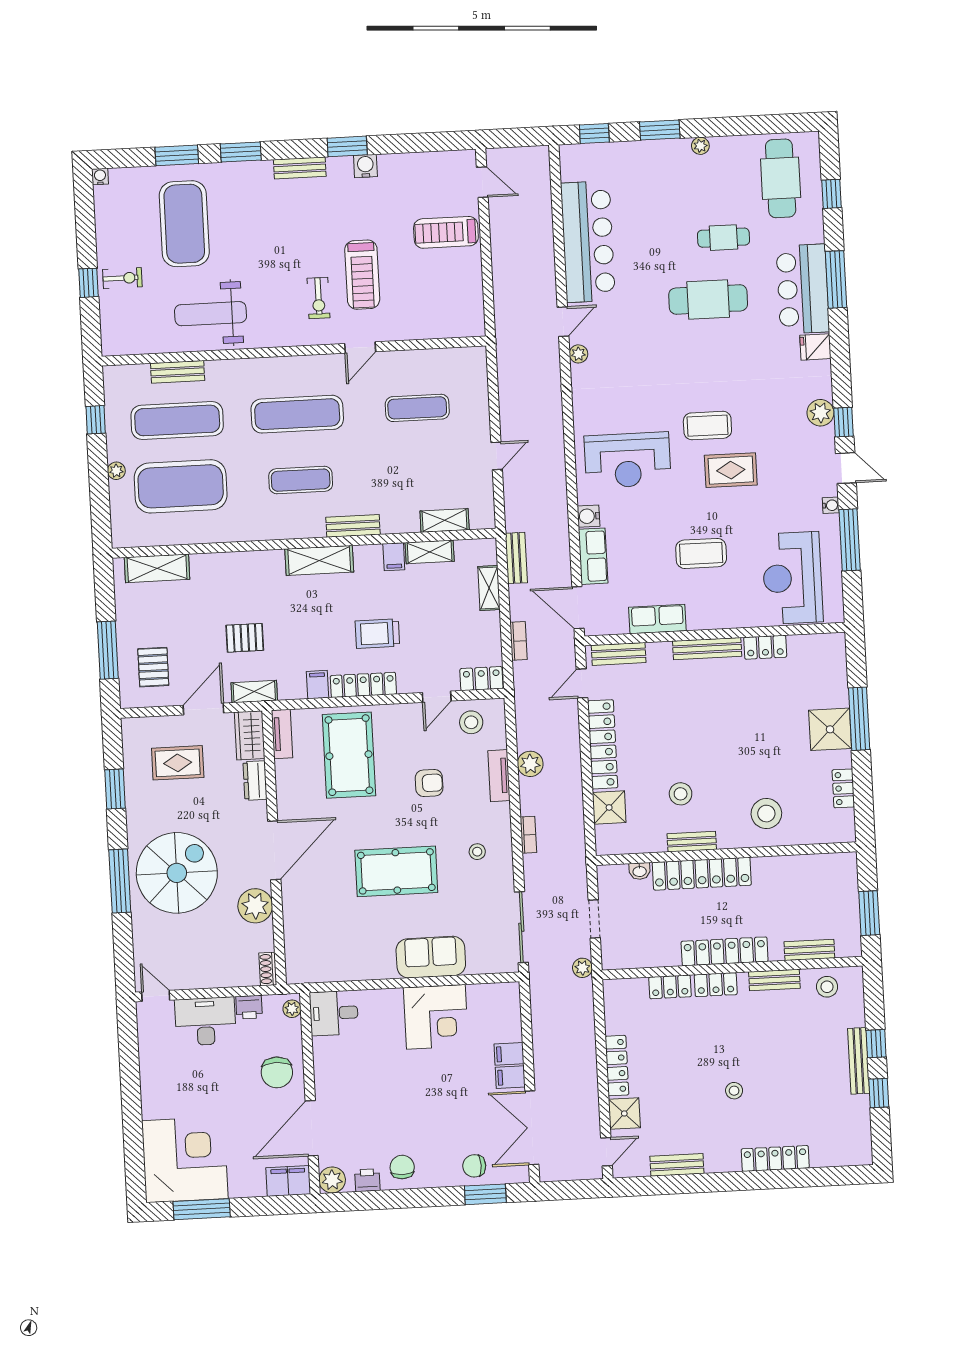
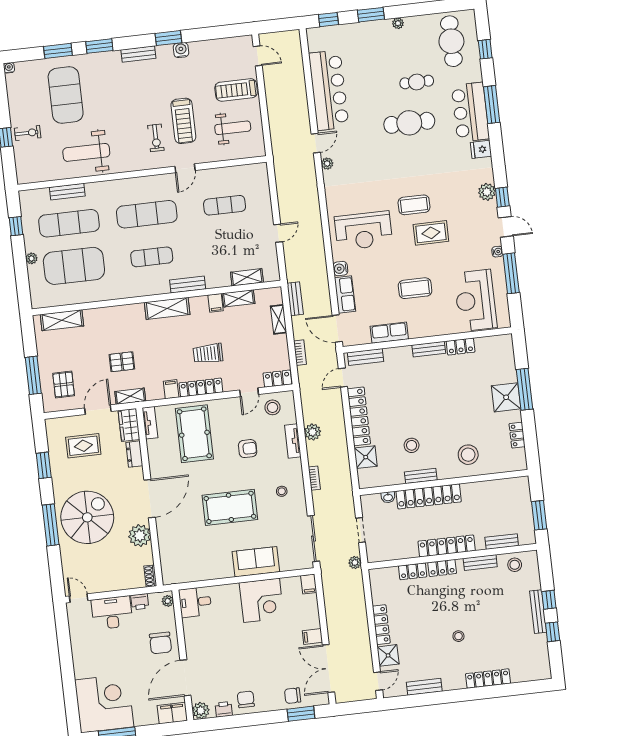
weight bench: (437, 290) -> (233, 128), added
bench: (707, 649) -> (429, 349), width x0.73
filing cabinet: (509, 1054) -> (309, 584), moved, turned -90

